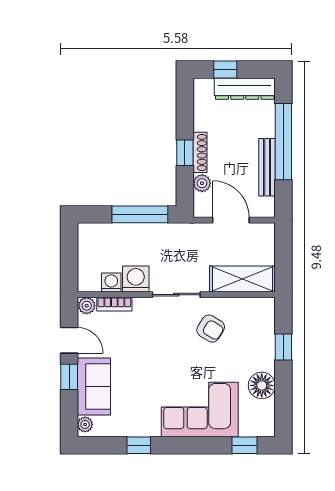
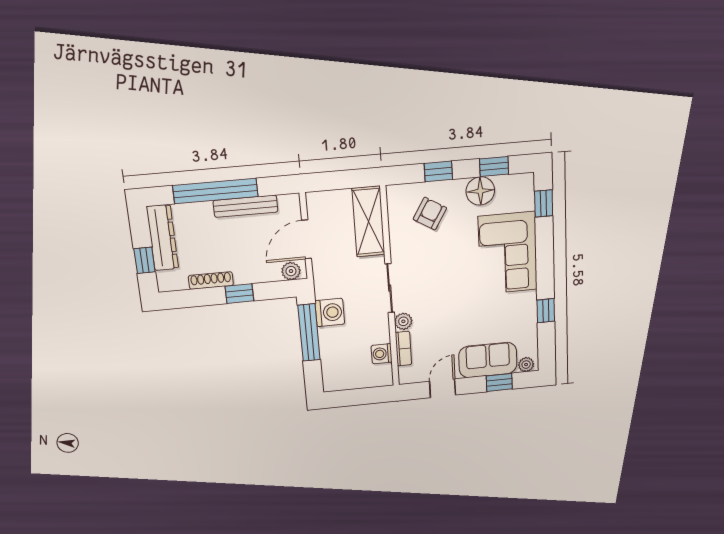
shoe rack: (200, 152) -> (211, 281), moved
plant: (202, 183) -> (291, 271), moved
washing machine: (136, 279) -> (330, 312), moved, turned 180
plant: (87, 306) -> (403, 321), moved
armchair: (211, 329) -> (430, 214), moved
window: (69, 377) -> (499, 382), moved
window: (283, 399) -> (494, 166), added

